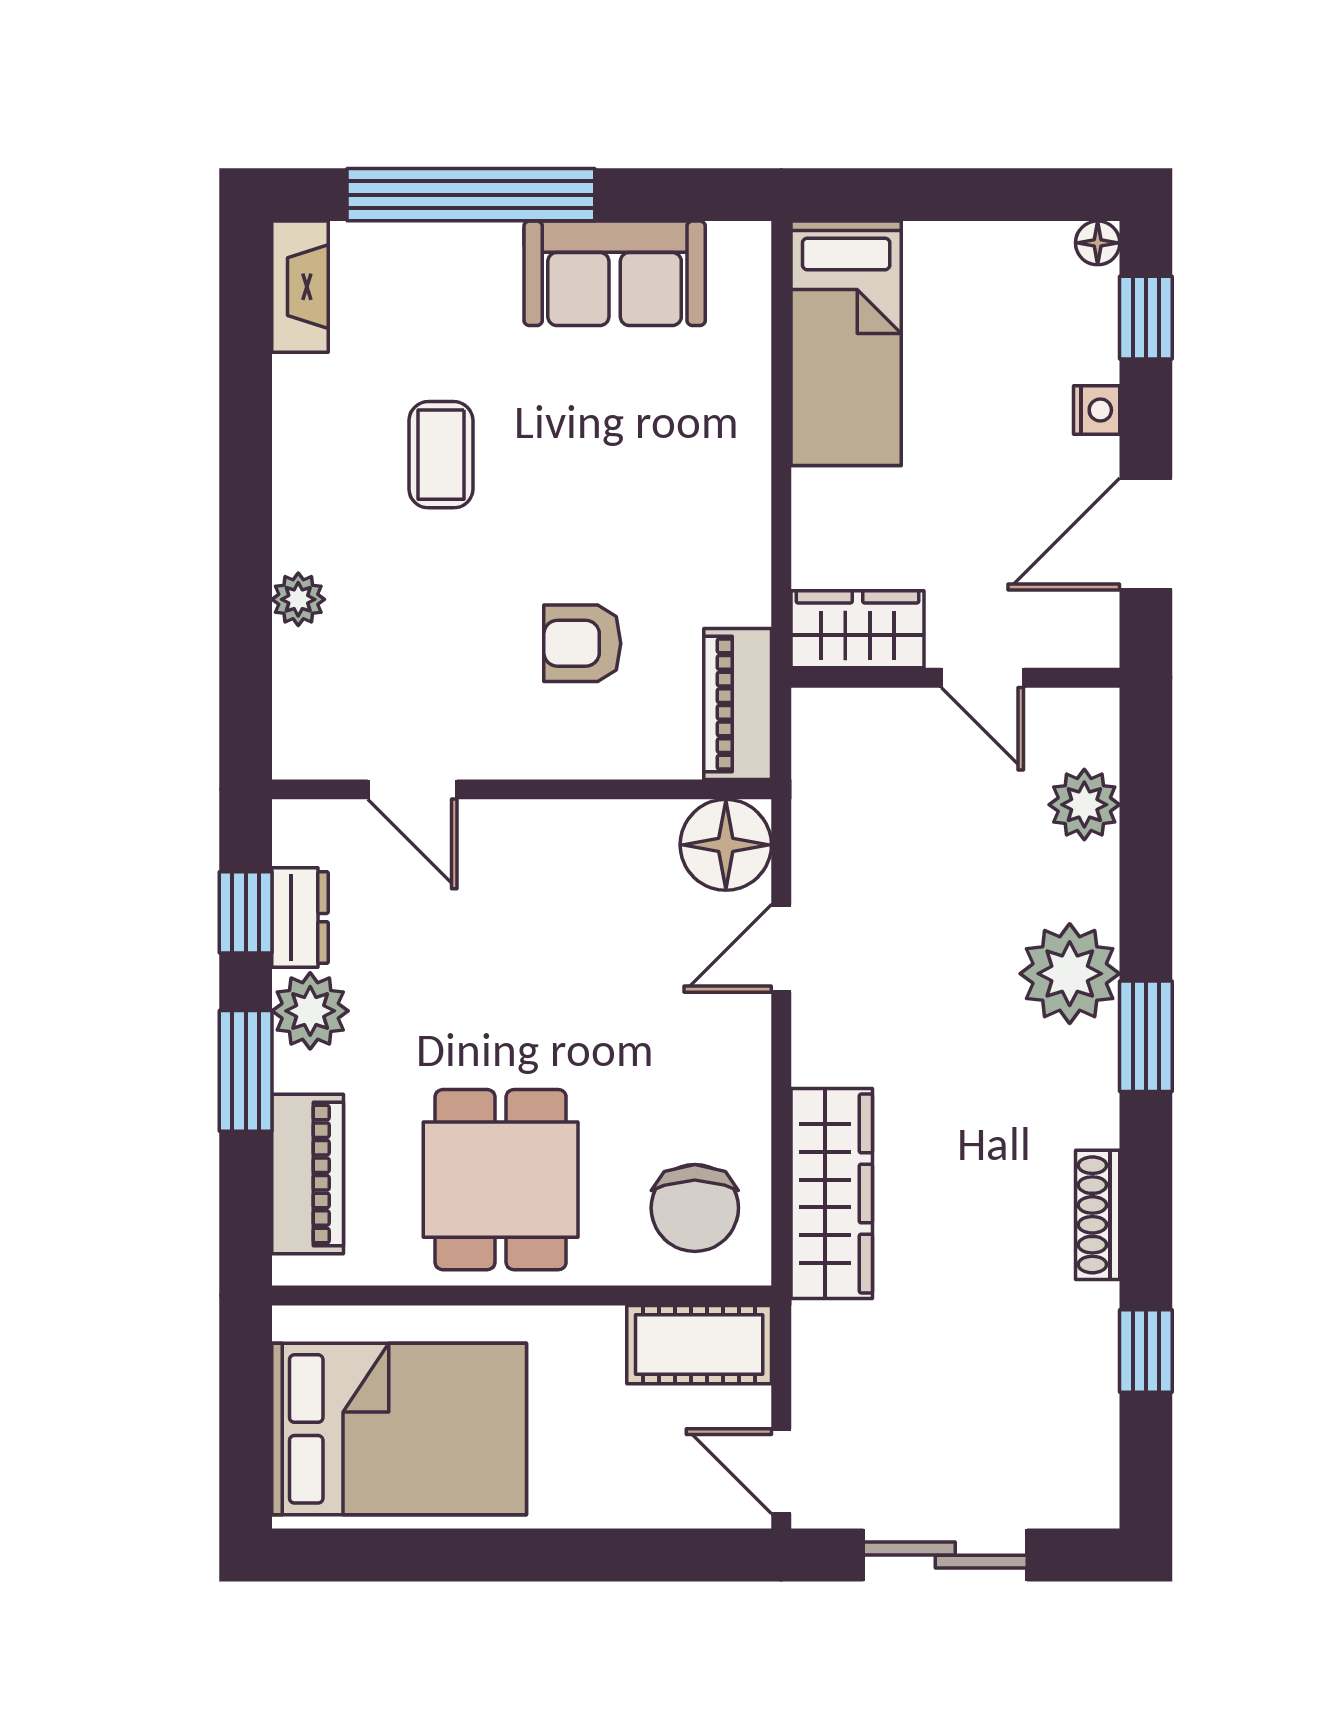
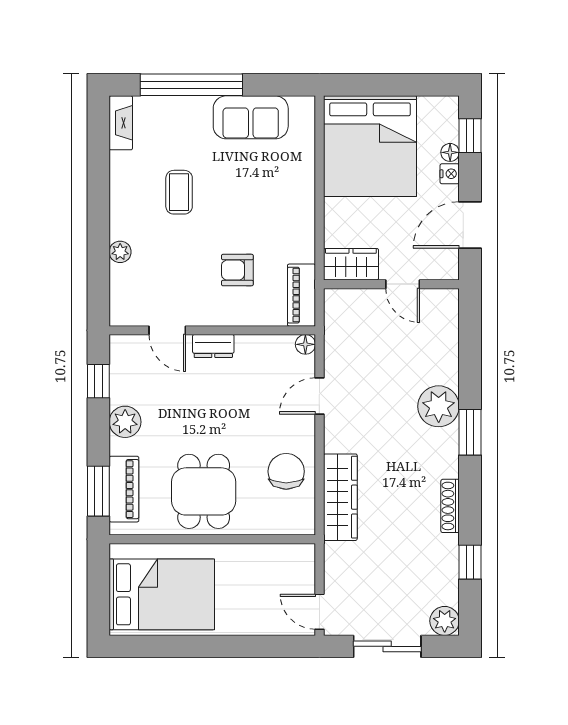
floor lamp: (1098, 243) -> (450, 152), moved
bed: (846, 343) -> (370, 146), width x2.04
plant: (1084, 805) -> (445, 621), moved
floor lamp: (726, 845) -> (305, 344), width x0.53, depth x0.53
dresser: (300, 918) -> (213, 346), moved, turned 90
window: (246, 1071) -> (98, 491), moved
chair: (695, 1208) -> (286, 471), moved, turned 180
cot: (699, 1345) -> (286, 559), removed

